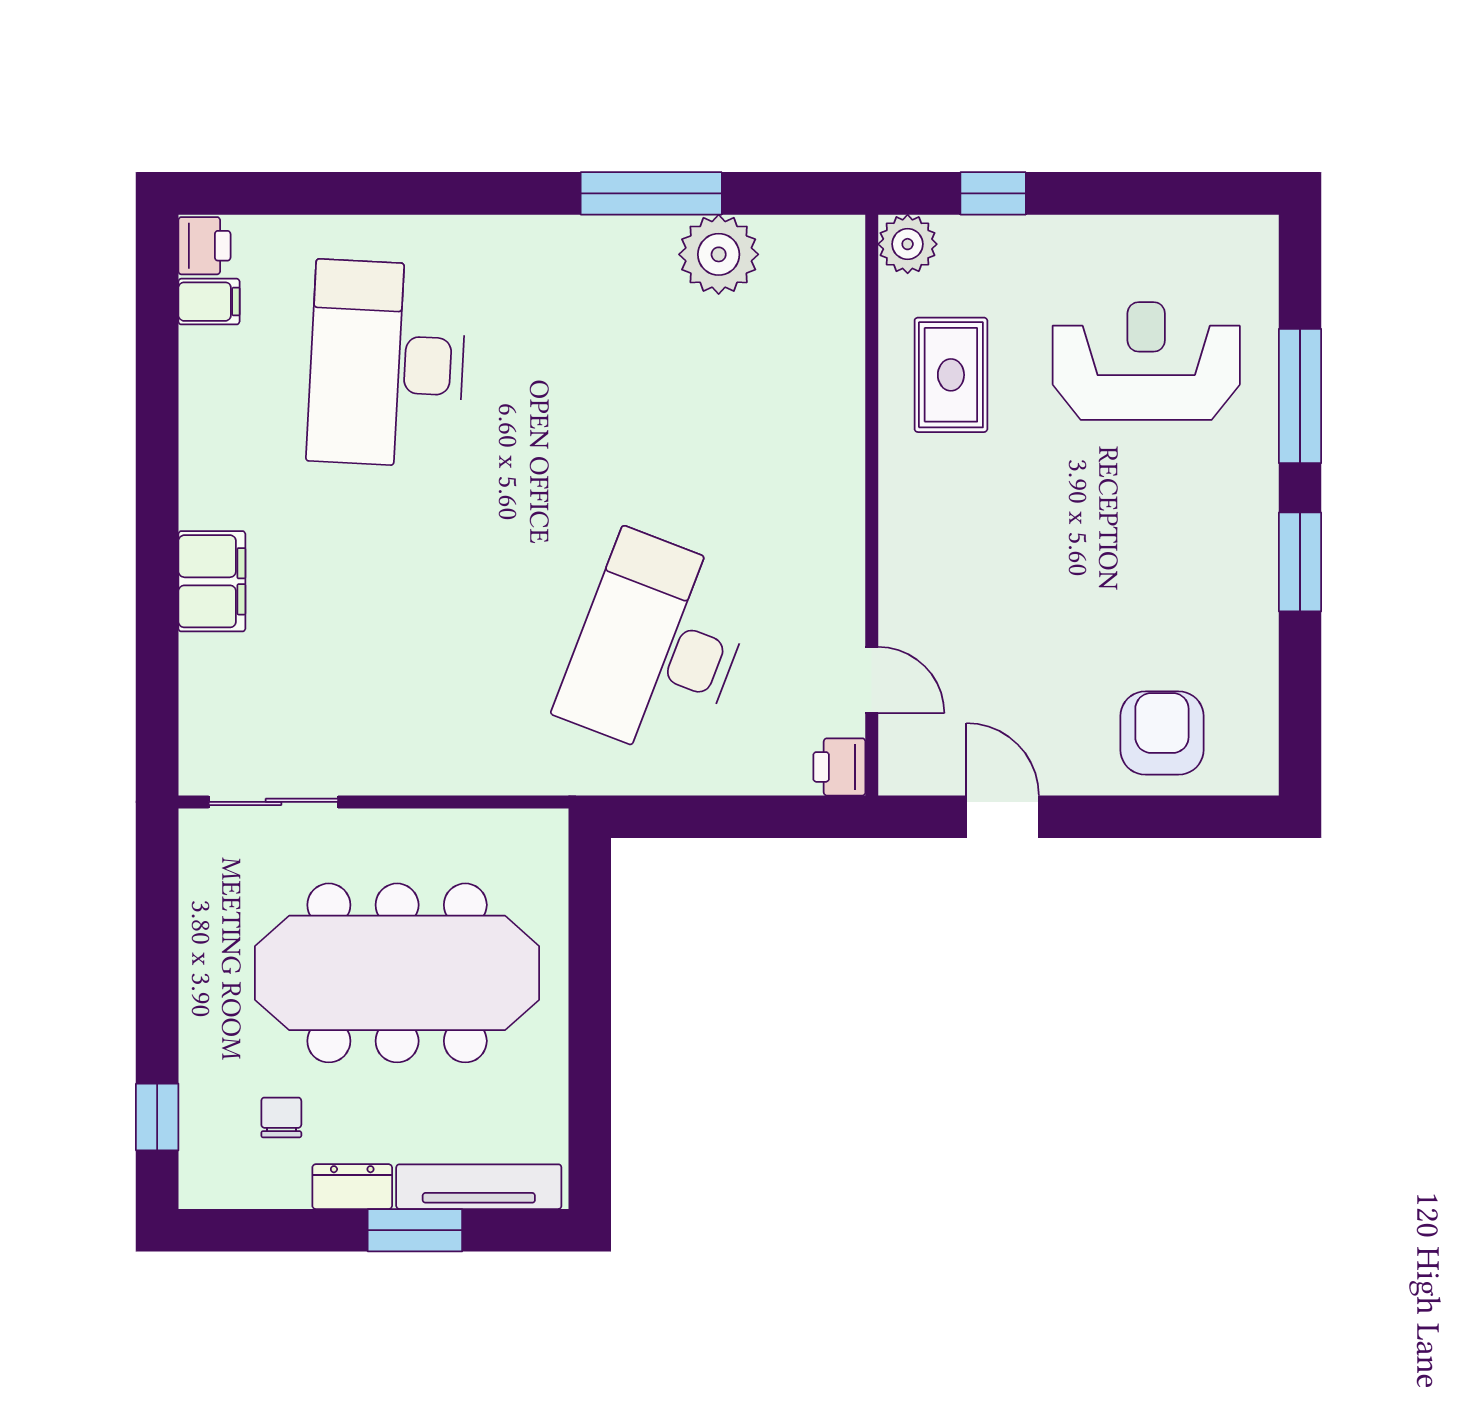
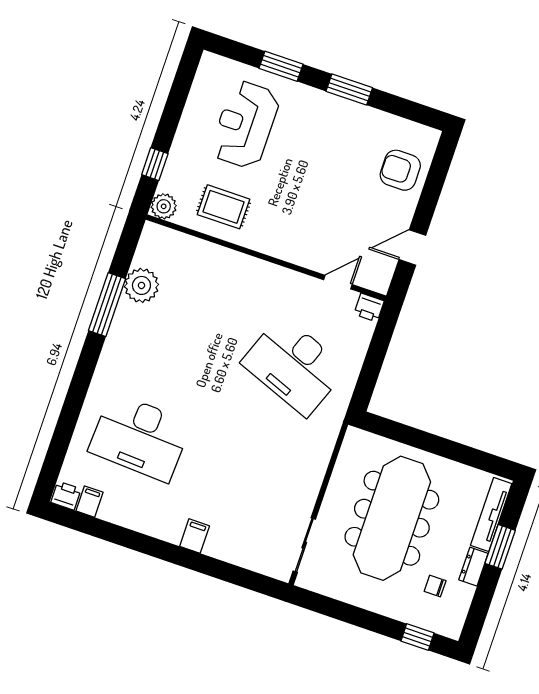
window: (1300, 396) -> (281, 66), width x0.69
filing cabinet: (212, 581) -> (195, 536), width x0.50

